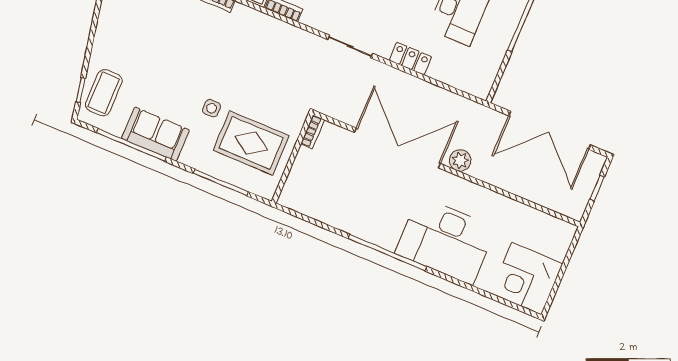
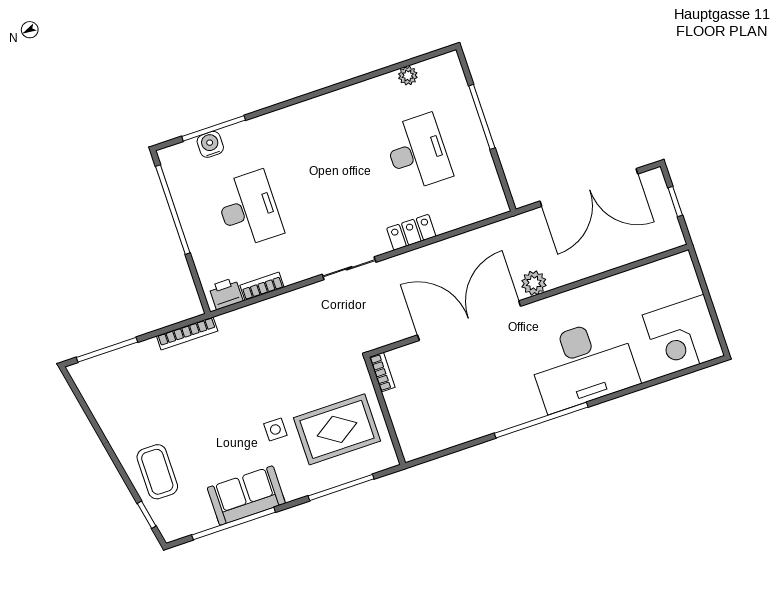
coffee table: (104, 93) -> (157, 472), moved

